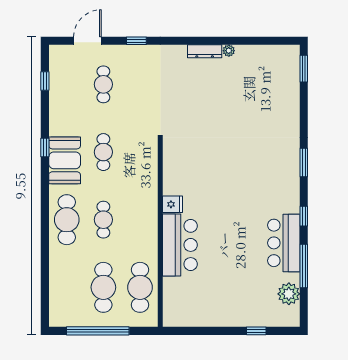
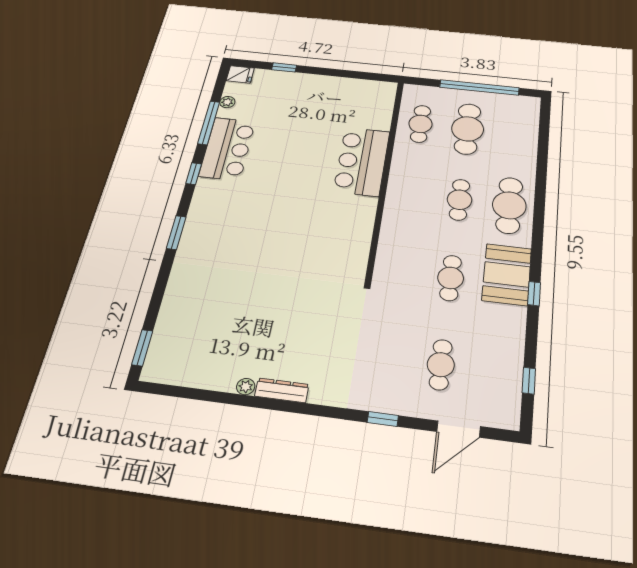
fridge: (173, 204) -> (240, 74), moved, turned 180
cafe table: (140, 287) -> (420, 124), width x0.73, depth x0.74
plant: (289, 294) -> (227, 102), width x0.53, depth x0.53

